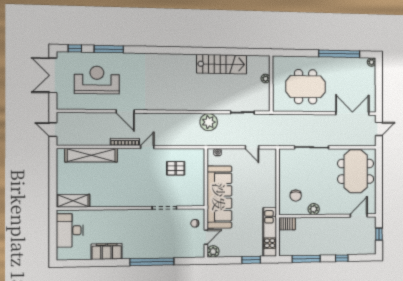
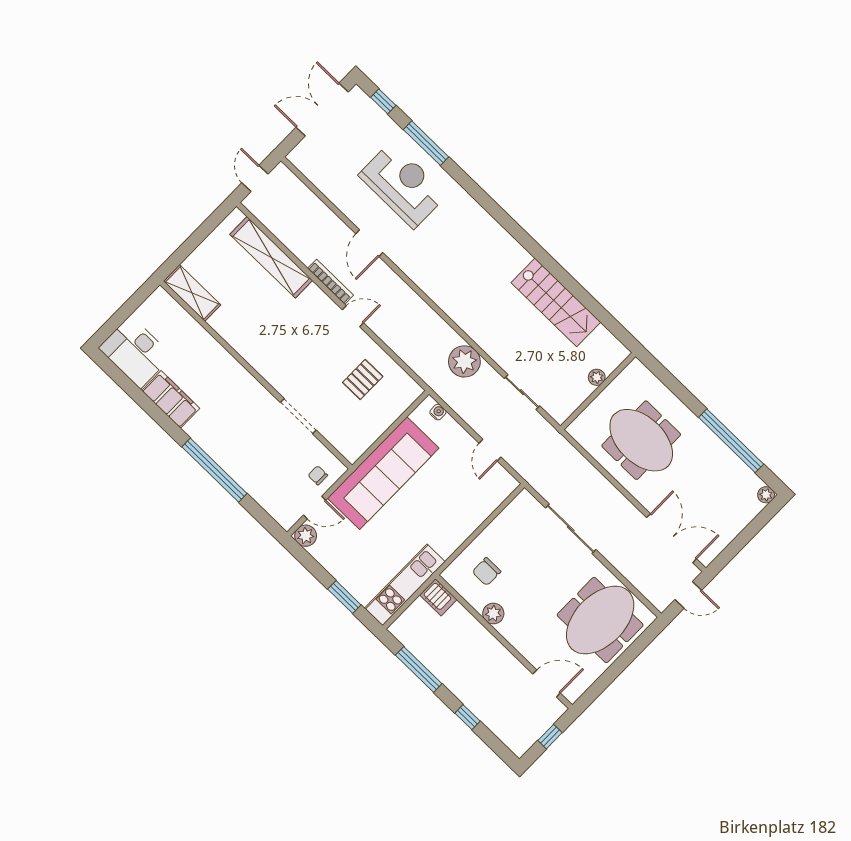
reception desk: (97, 80) -> (403, 185), moved
pallet: (176, 168) -> (363, 379), turned 90
desk: (70, 230) -> (135, 352), moved, turned -90

